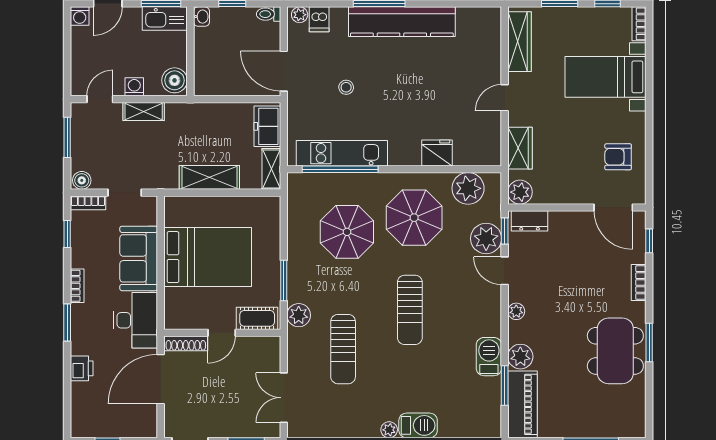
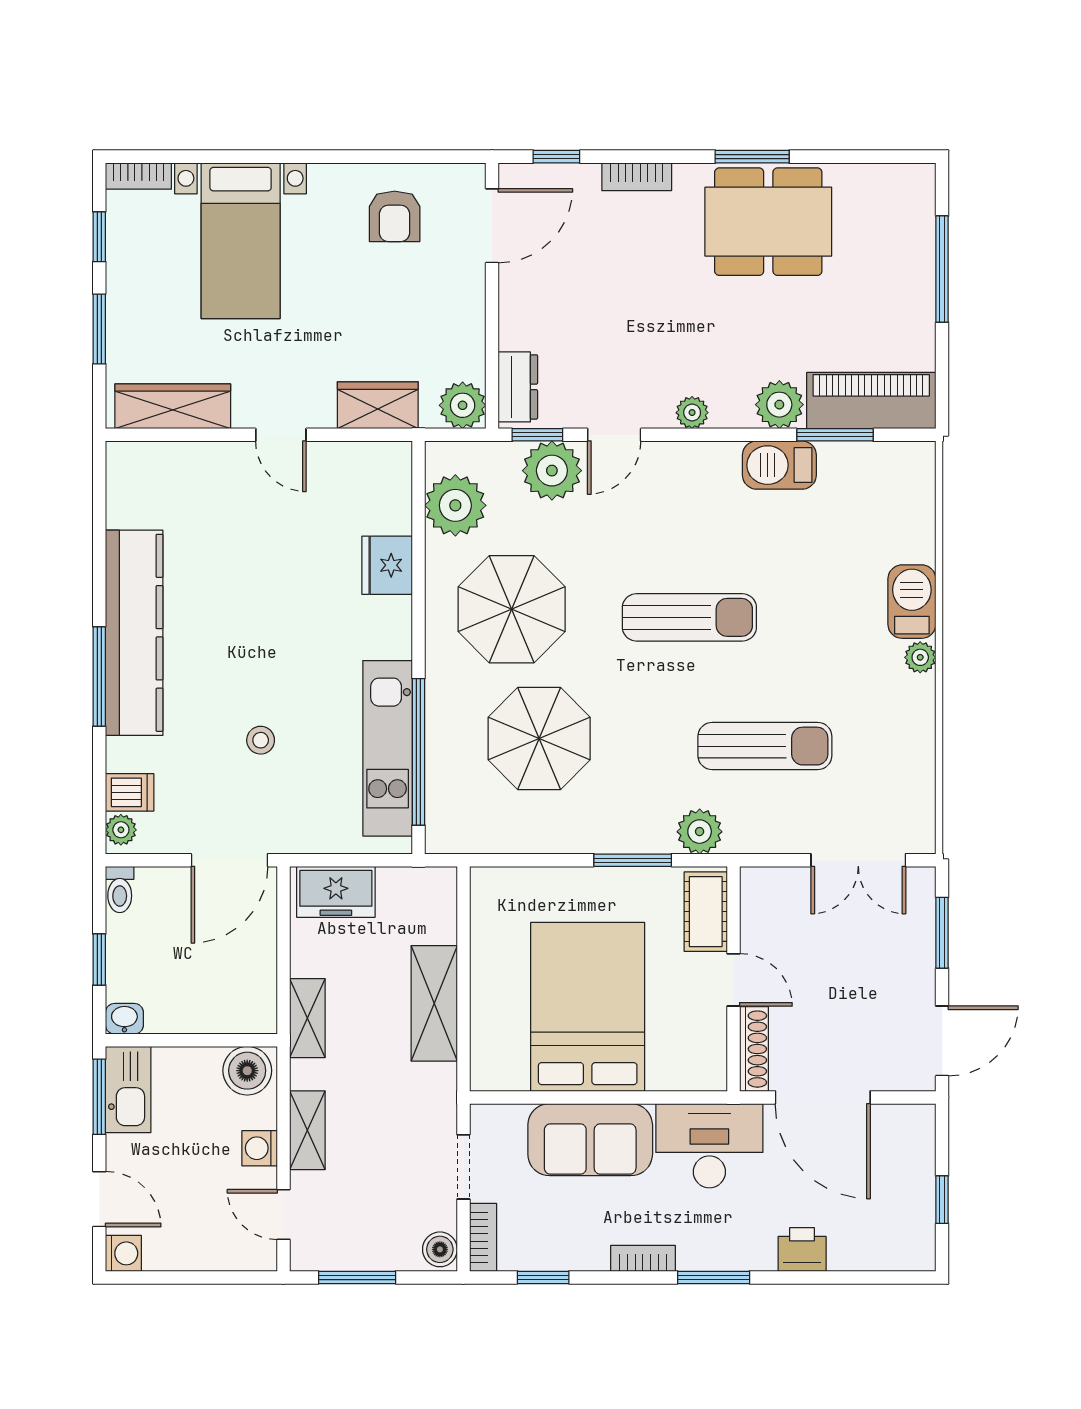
shelving: (271, 169) -> (307, 1018), moved, turned 90

